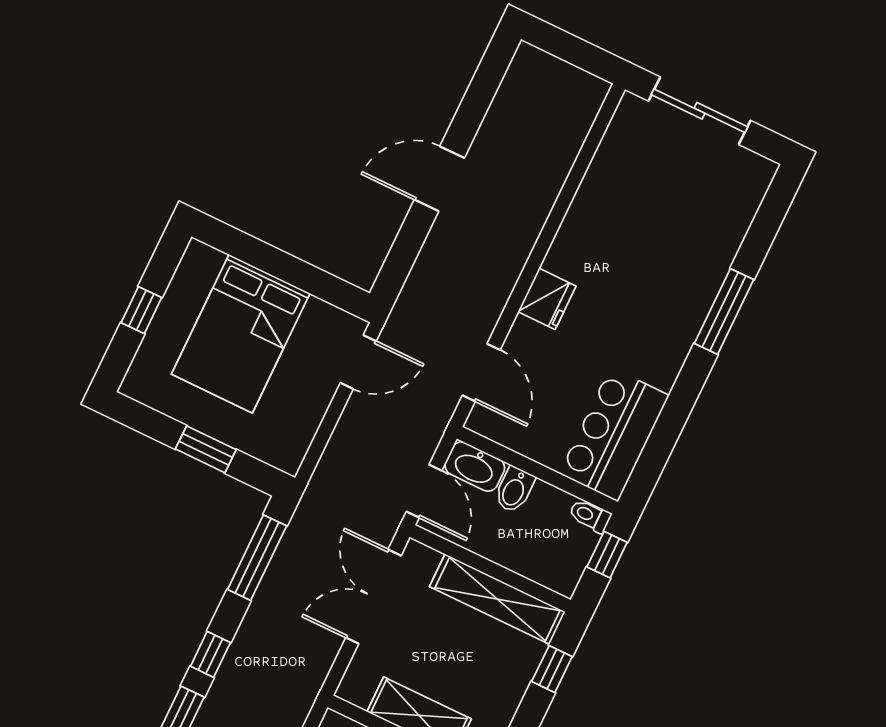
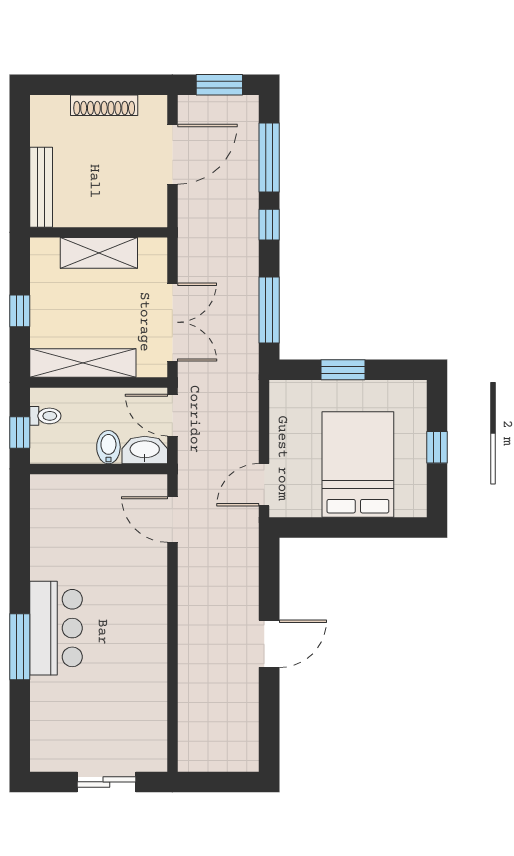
sliding door: (699, 111) -> (106, 782), width x0.73
fridge: (547, 299) -> (151, 595), removed
bar counter: (614, 434) -> (56, 628), moved
toilet: (590, 516) -> (45, 416), moved
window: (552, 669) -> (20, 311), moved

